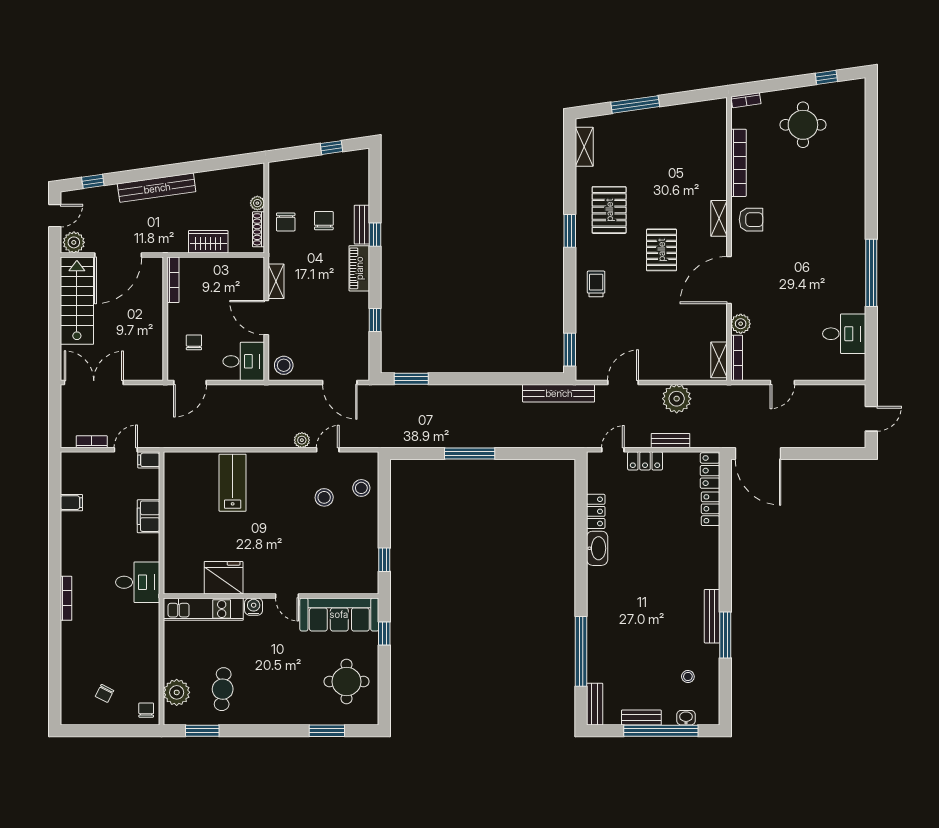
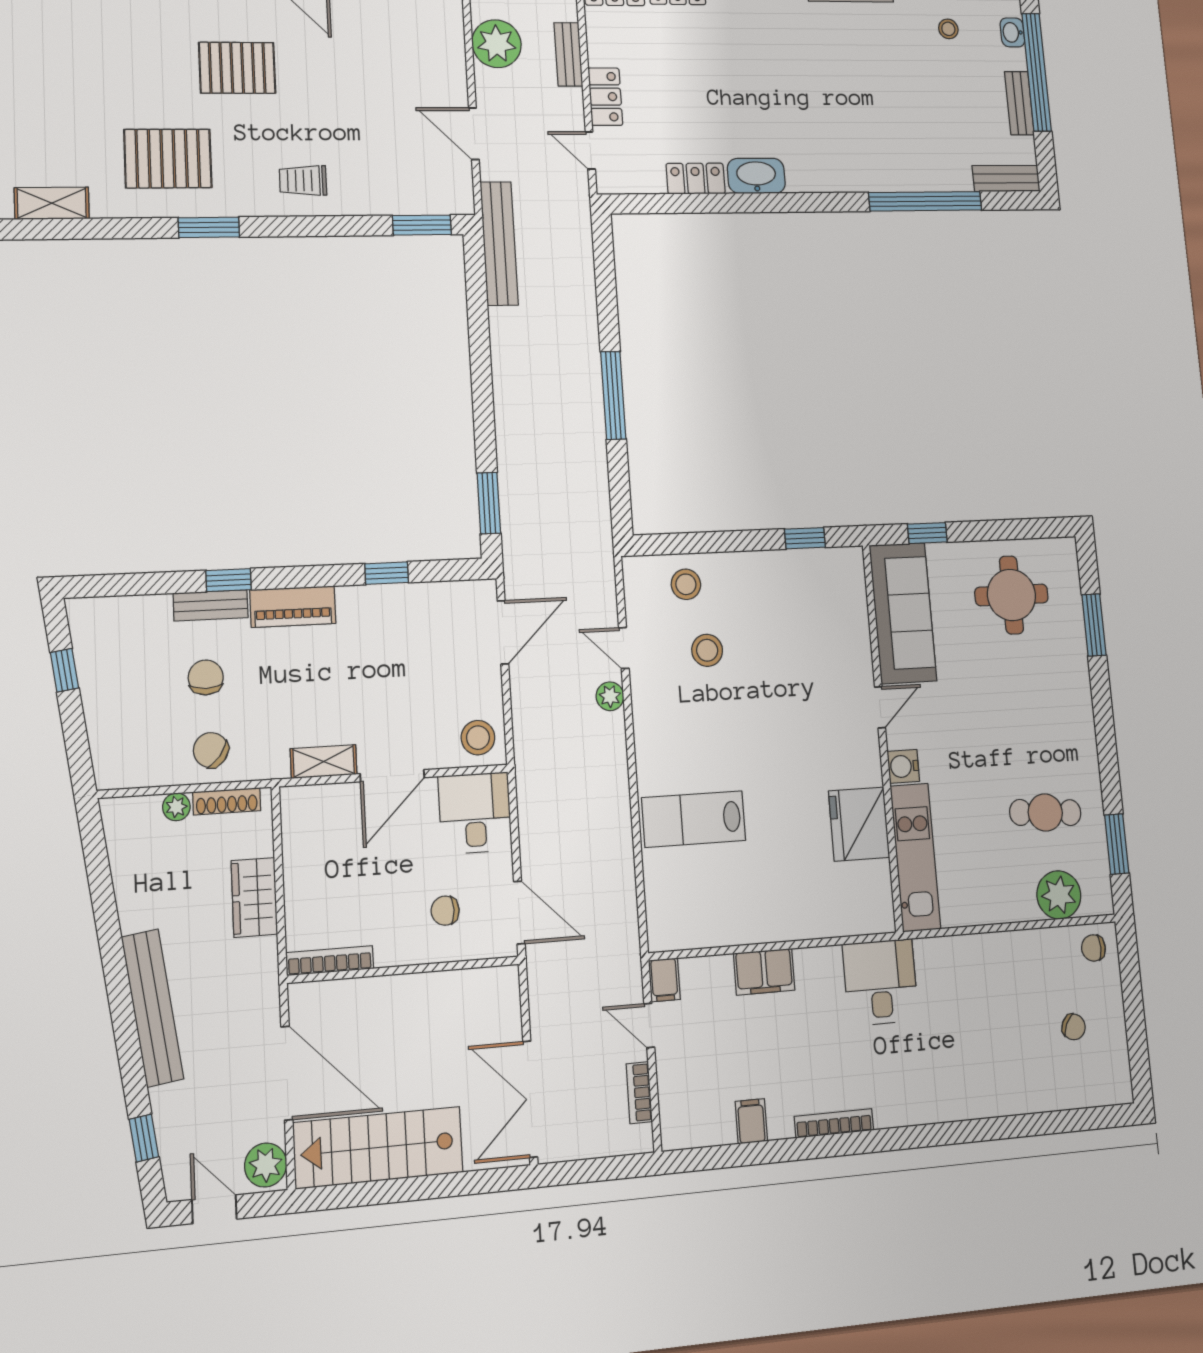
chair: (324, 221) -> (206, 677), turned 90
chair: (286, 222) -> (211, 750), turned -143
bookcase: (66, 598) -> (834, 1123), moved

